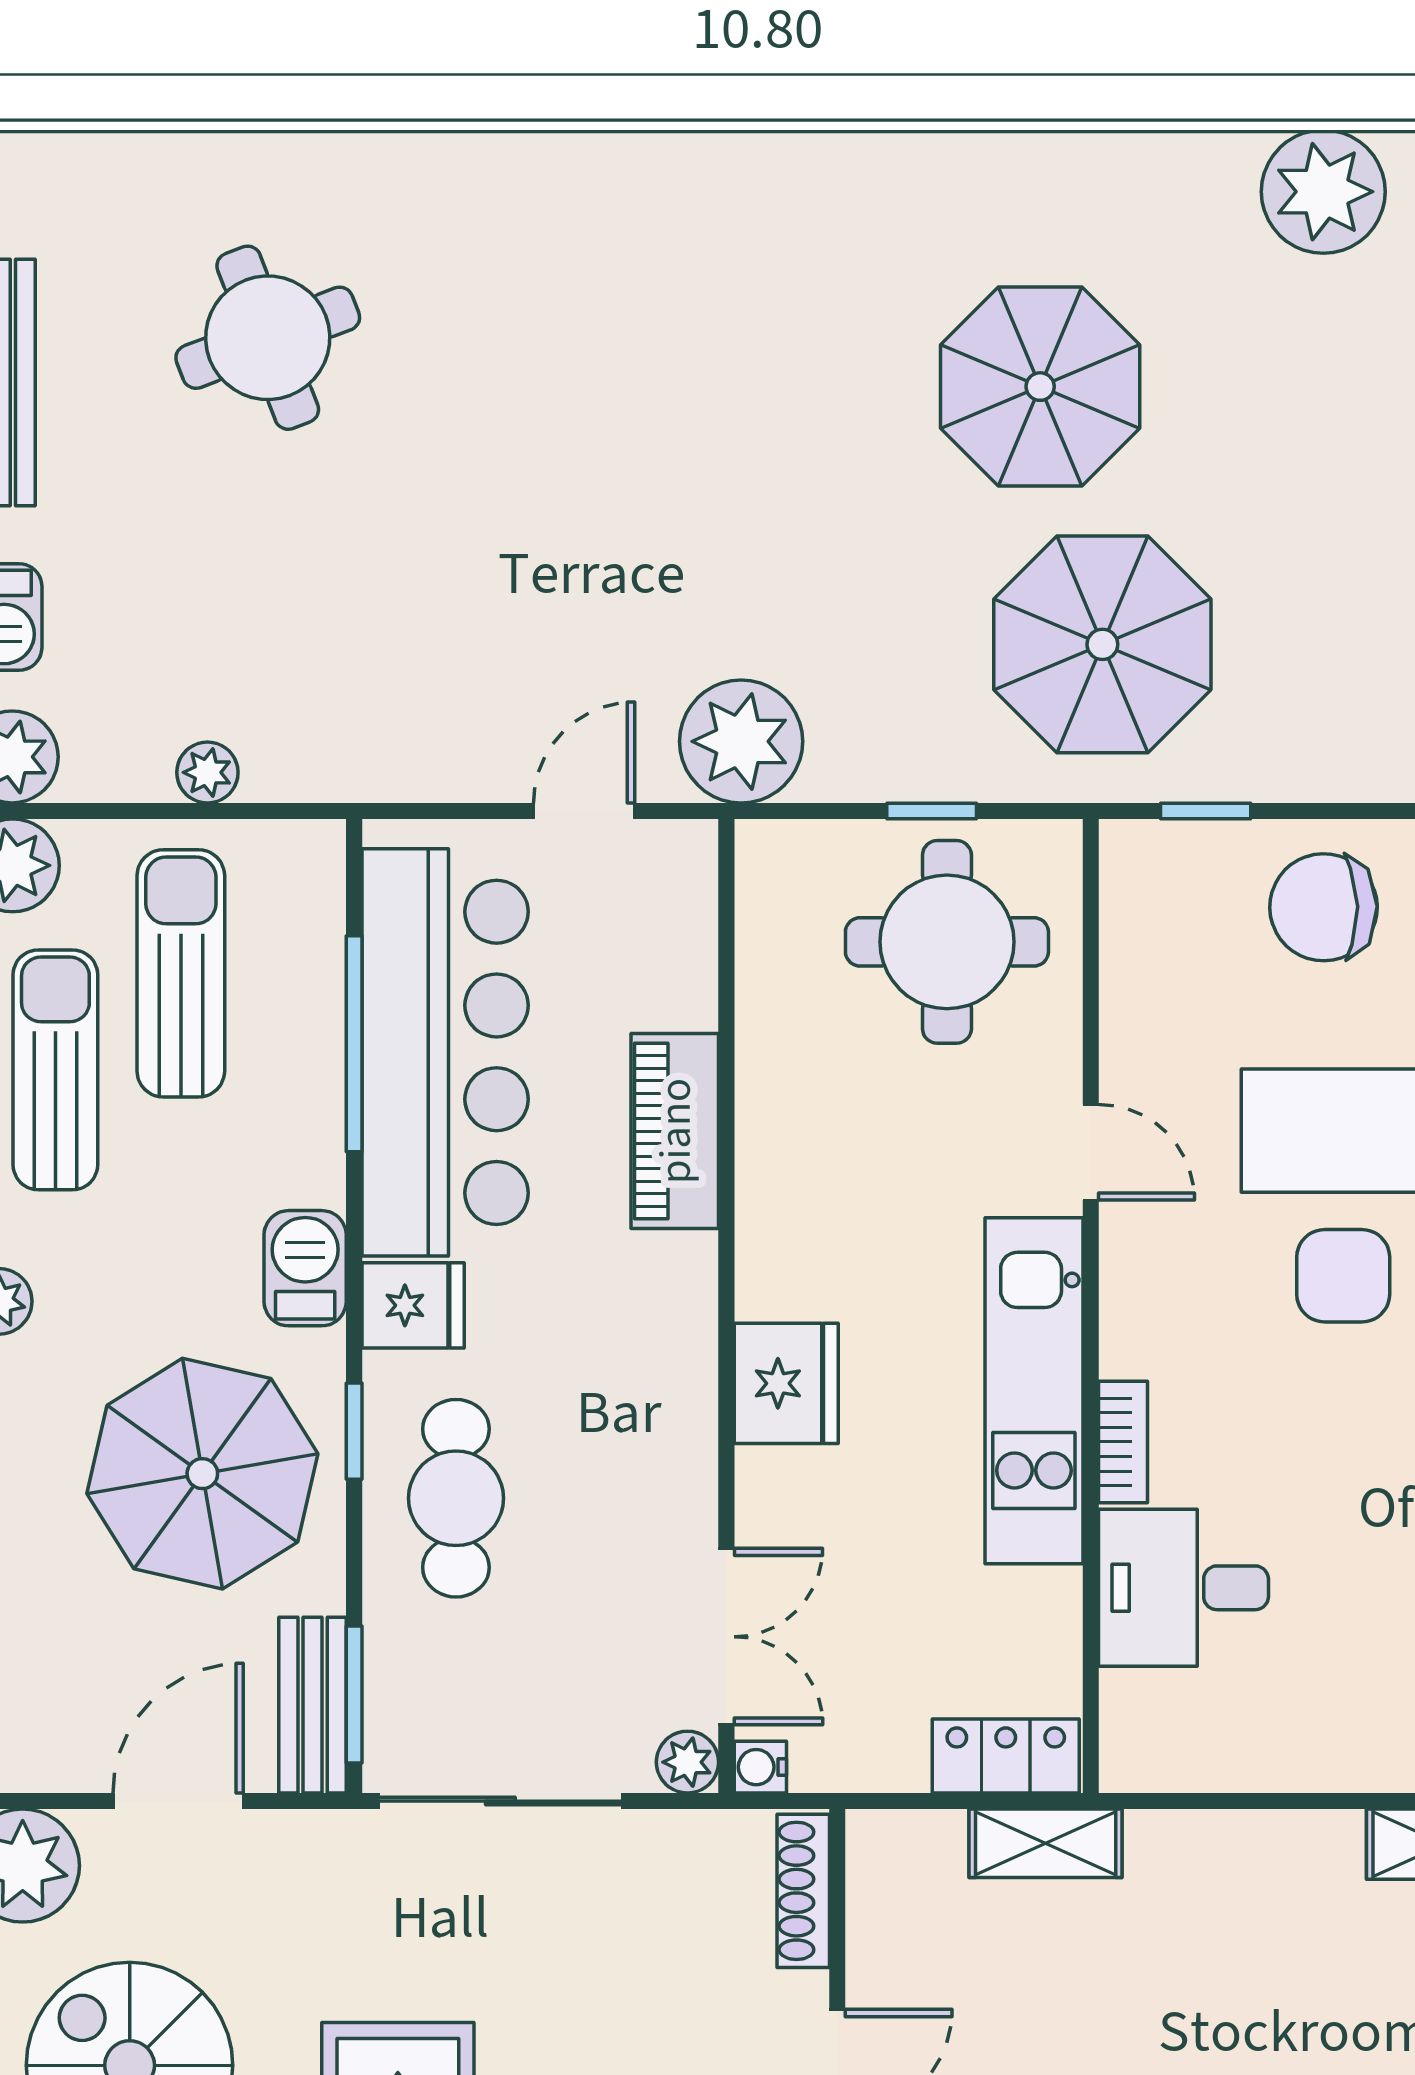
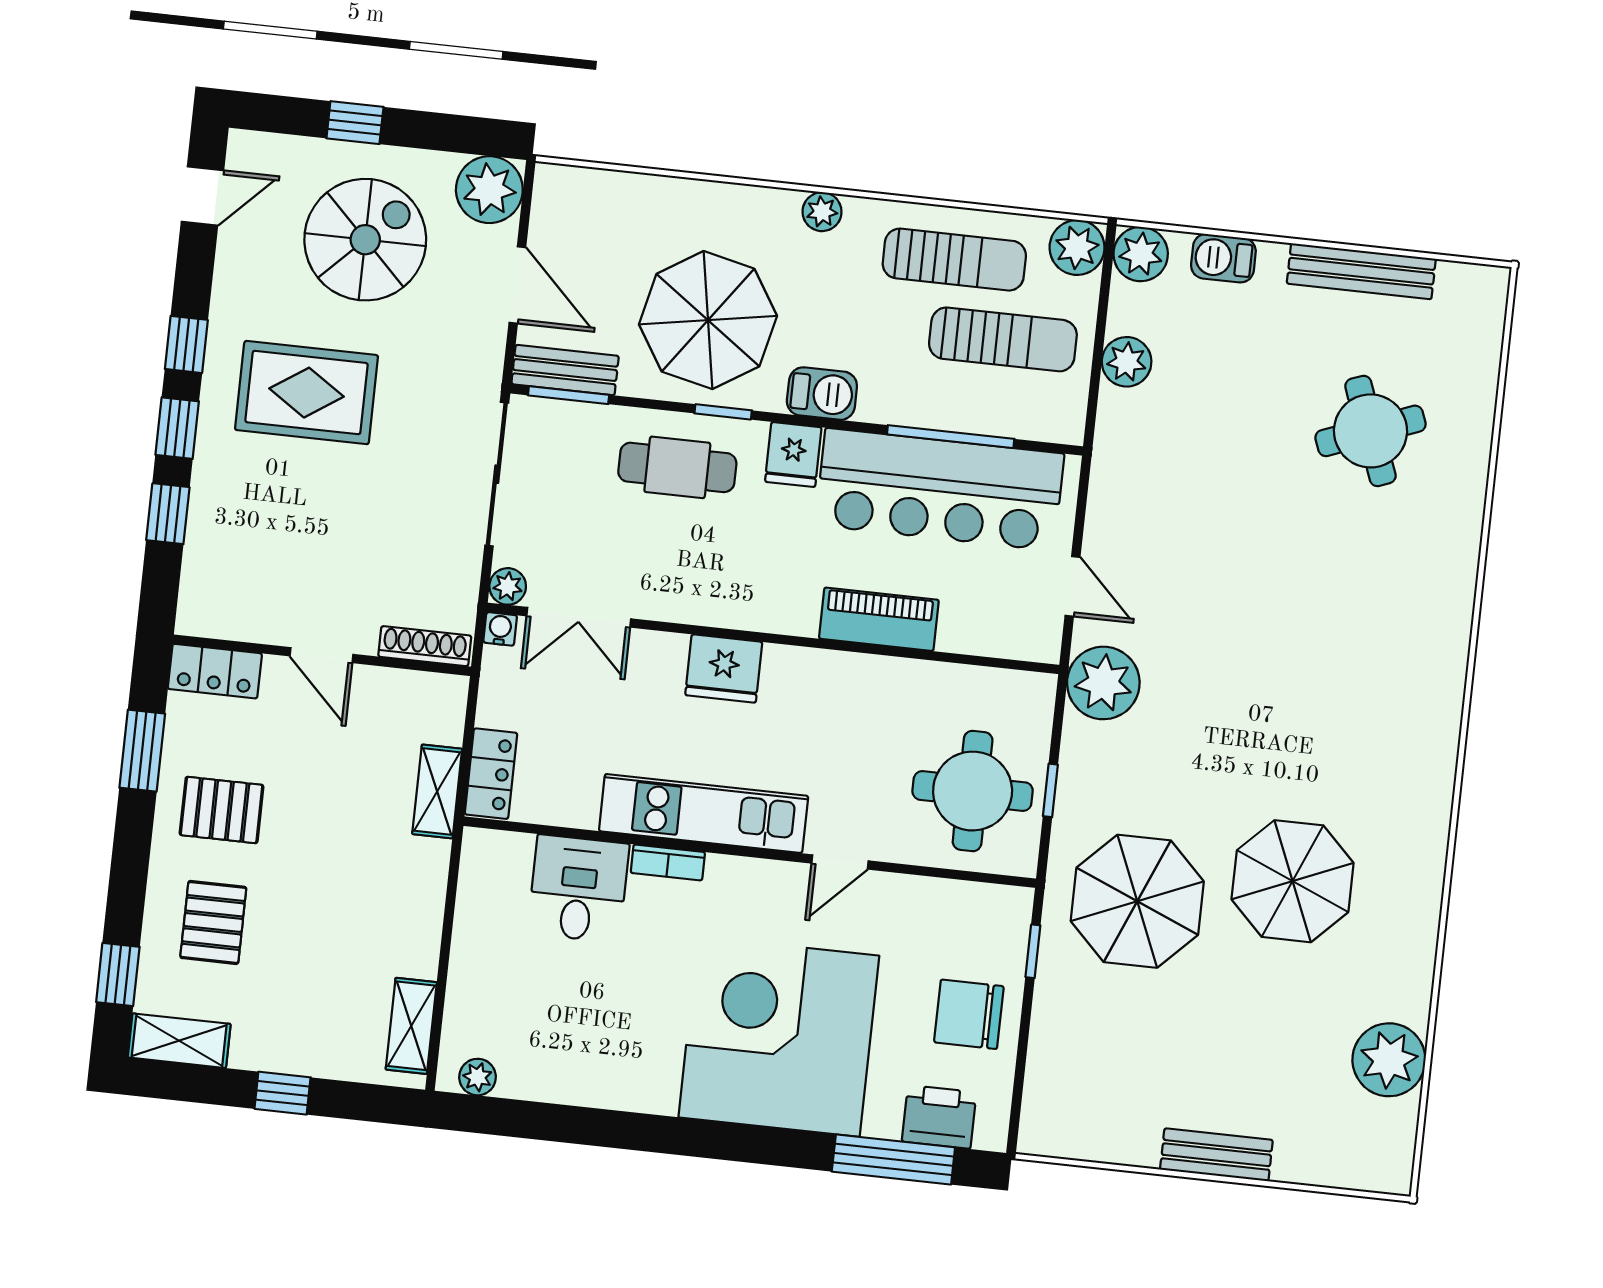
plant: (207, 772) -> (1127, 362), width x1.38, depth x1.38
chair: (1323, 907) -> (969, 1014), turned -89

